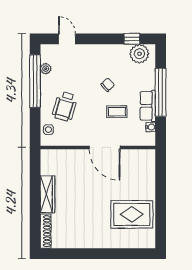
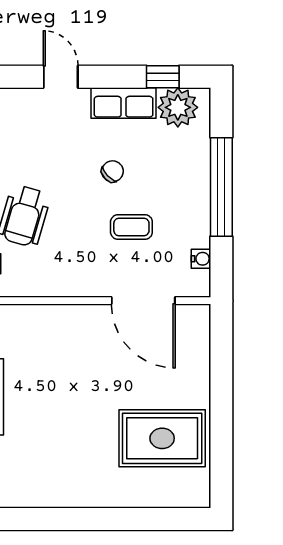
door: (67, 39) -> (61, 77), moved
row of seats: (148, 106) -> (124, 103), moved, turned -90
door: (105, 147) -> (143, 301), moved

